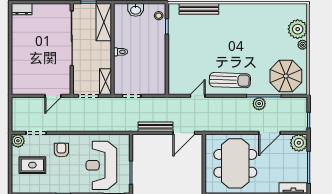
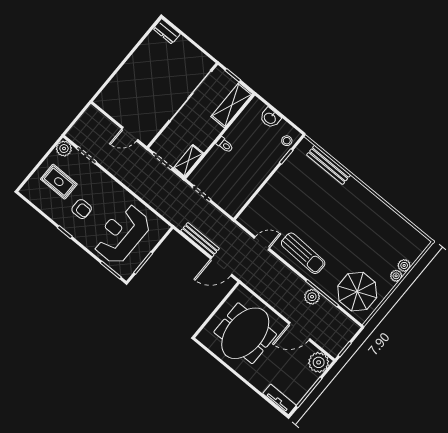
plant: (298, 29) -> (404, 265), width x0.53, depth x0.53
armchair: (61, 150) -> (82, 209), moved, turned 90

